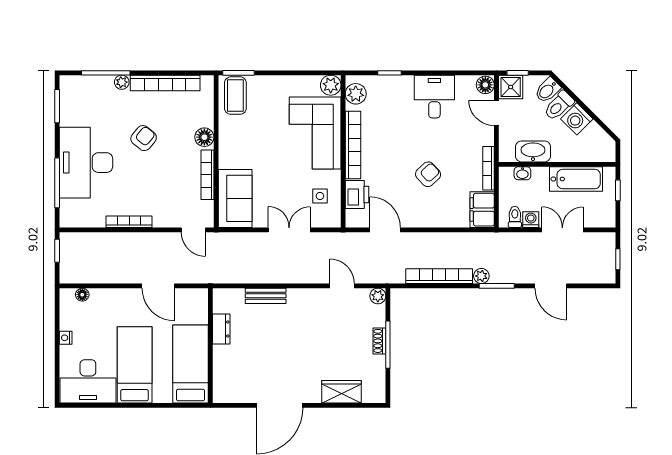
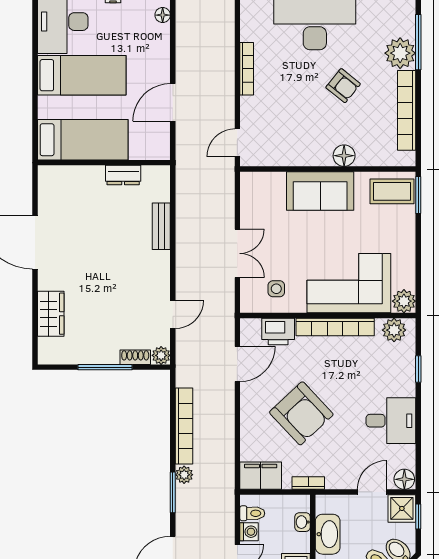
plant: (122, 82) -> (400, 53), width x1.88, depth x1.88
bookcase: (489, 168) -> (308, 483), width x0.64
armchair: (428, 174) -> (301, 413), width x1.88, depth x1.88
bookcase: (207, 175) -> (301, 159), removed
sofa: (235, 198) -> (320, 191), moved
shoe rack: (379, 341) -> (135, 357), moved

